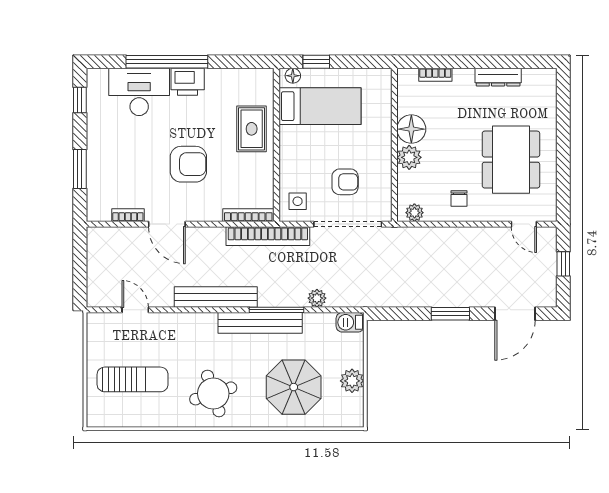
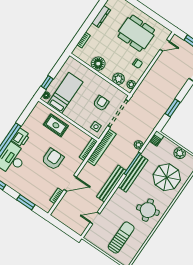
plant: (409, 157) -> (119, 79), moved
window: (450, 314) -> (173, 108), moved

